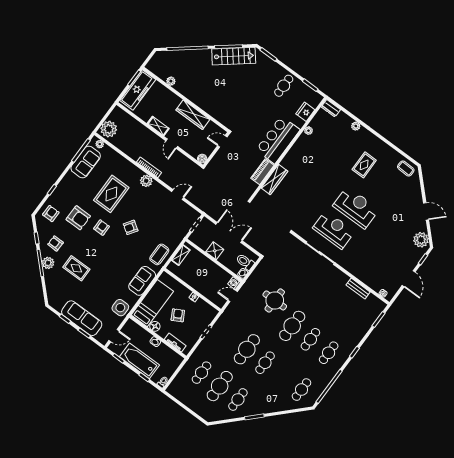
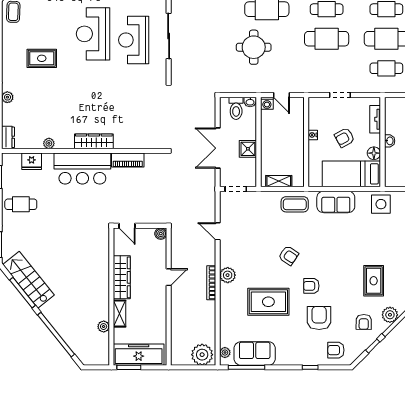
shelving: (158, 126) -> (119, 314), moved
wardrobe: (274, 180) -> (94, 141), moved

